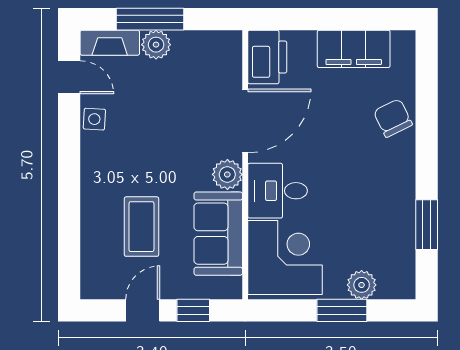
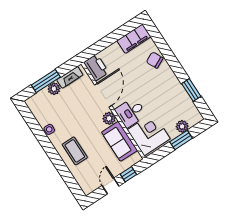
fireplace: (110, 43) -> (70, 77), moved
filing cabinet: (354, 49) -> (134, 39), moved
door: (69, 77) -> (31, 120), removed
coffee table: (141, 227) -> (75, 151), moved

